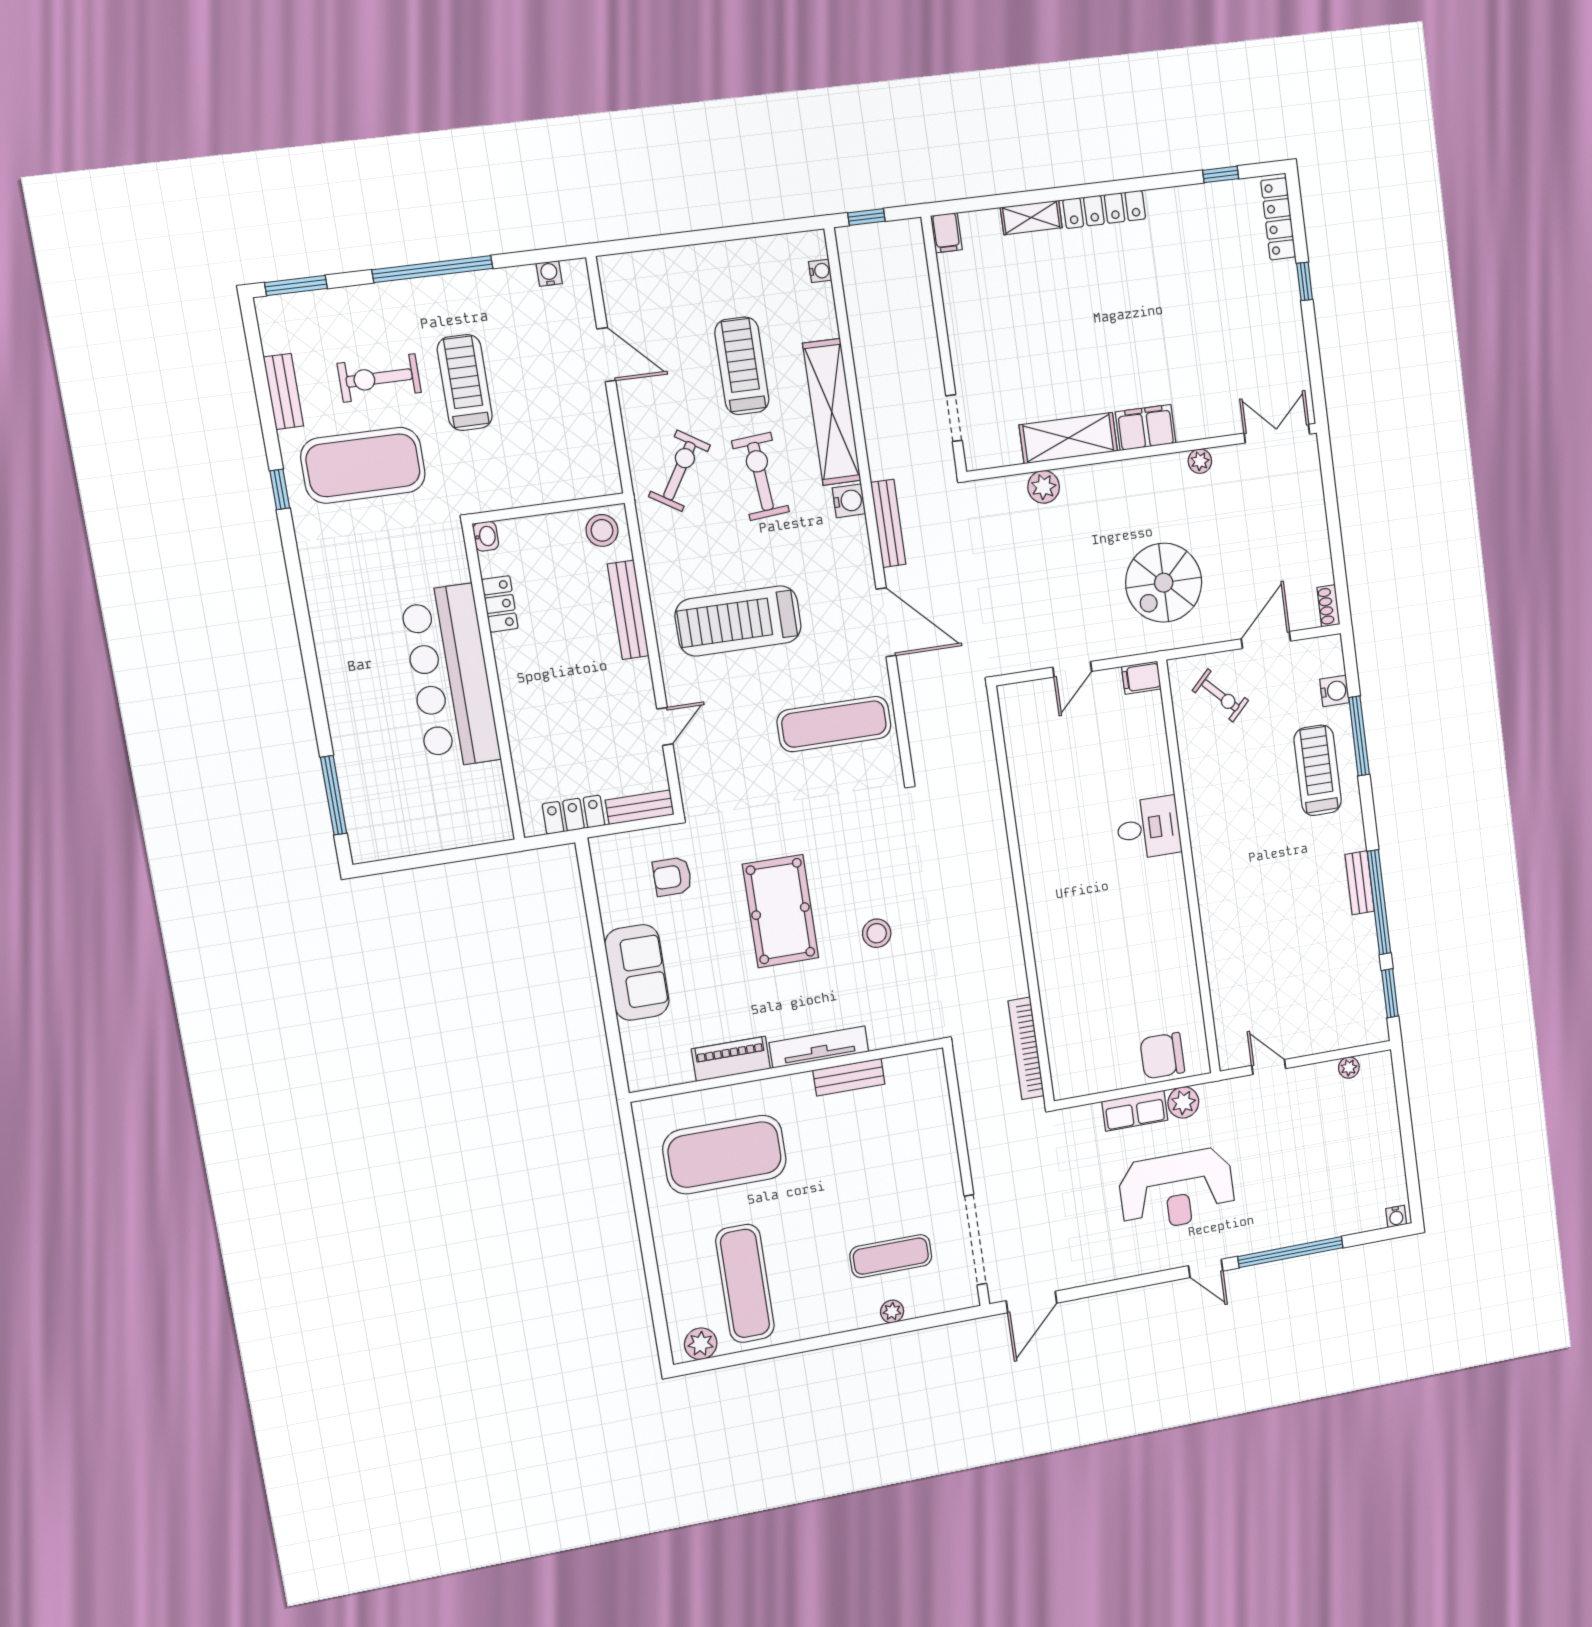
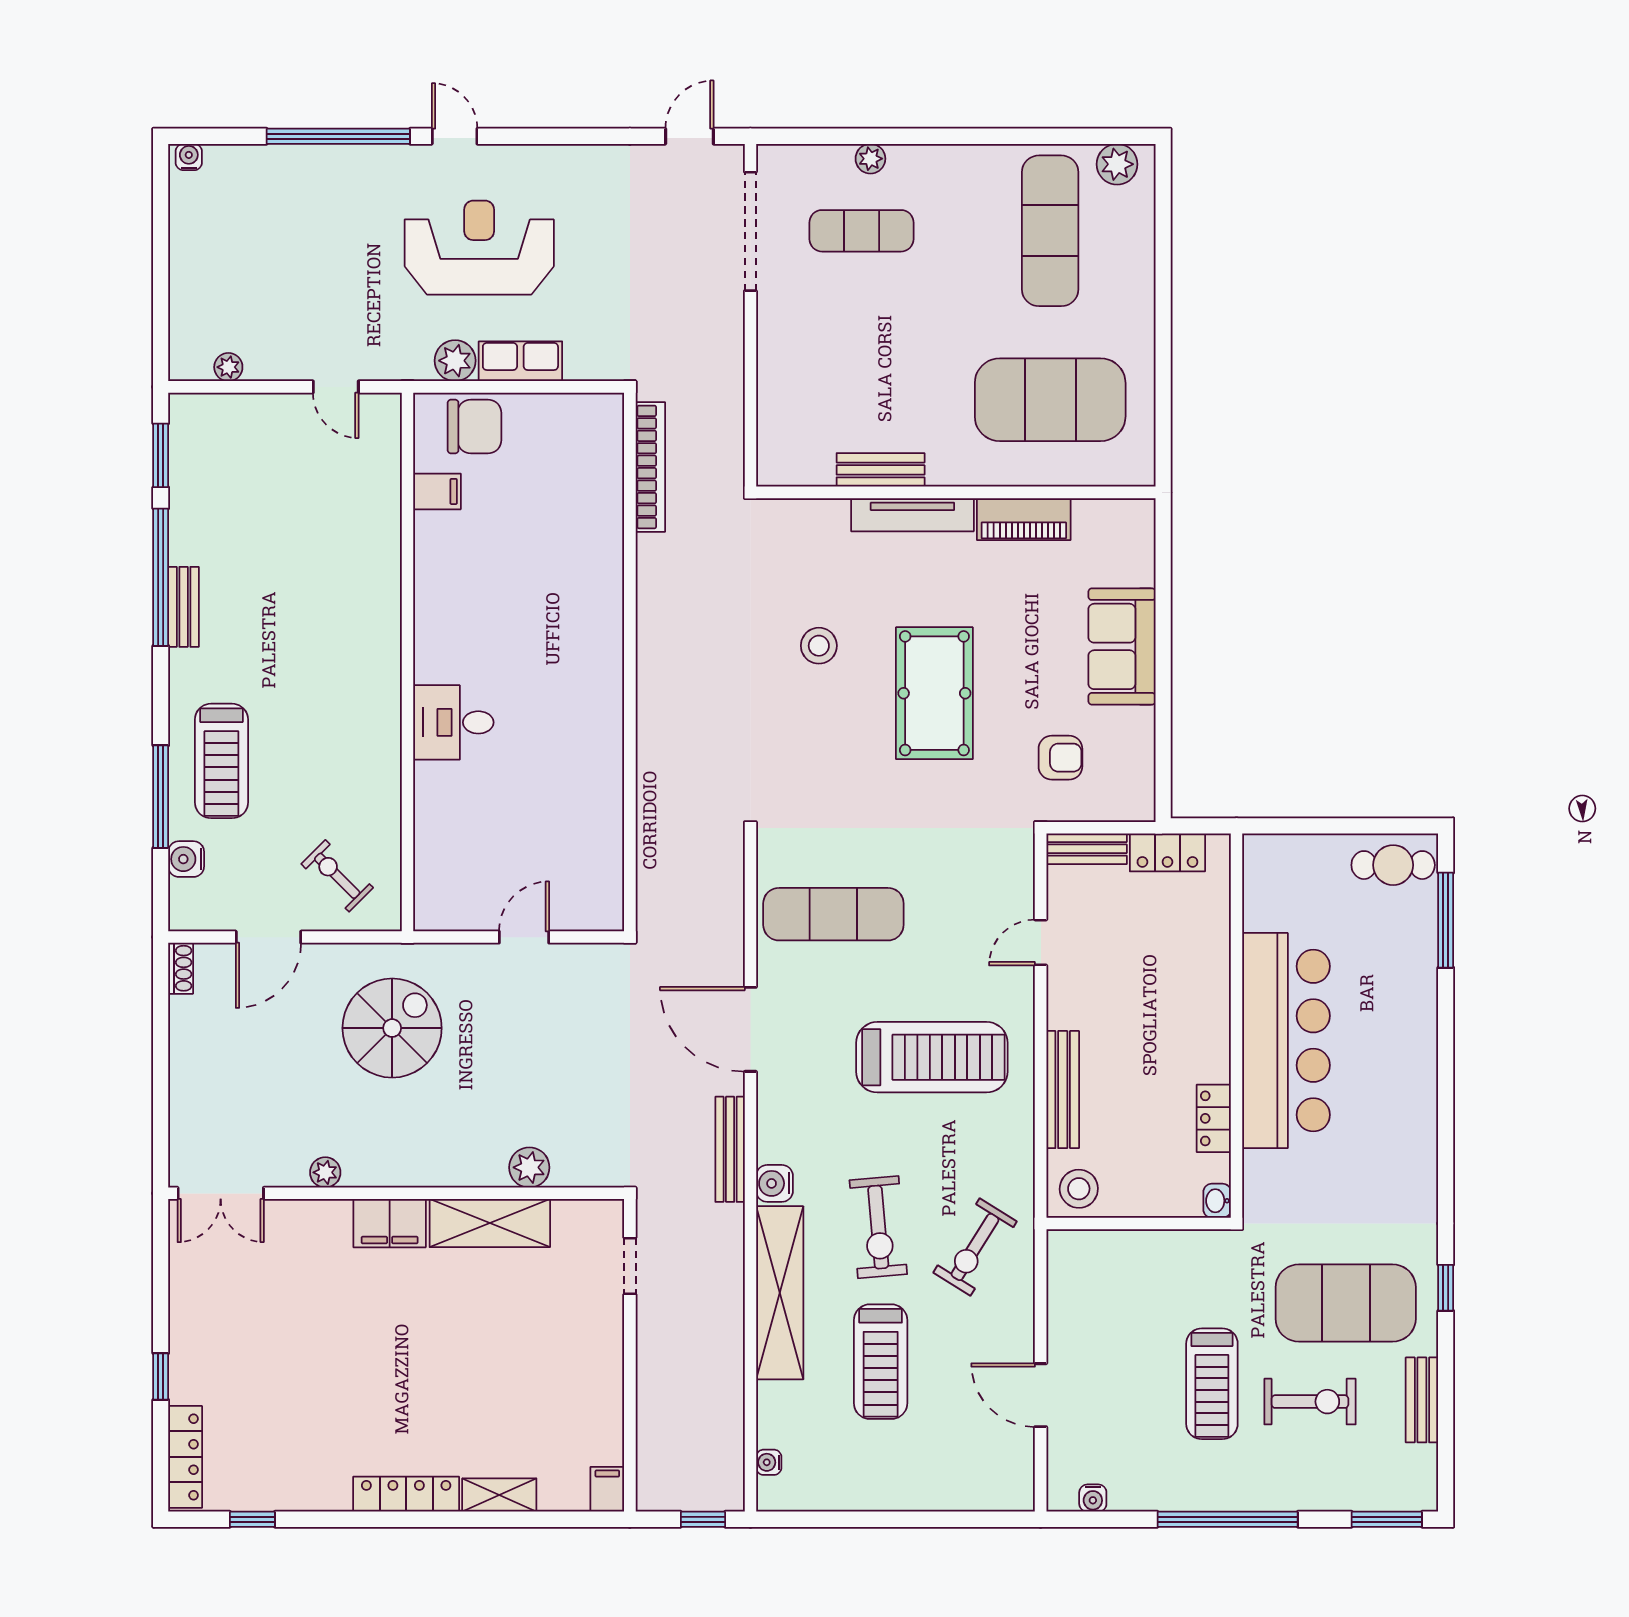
filing cabinet: (1141, 678) -> (437, 491), moved
cafe table: (386, 833) -> (1393, 865), added
door: (1032, 1302) -> (689, 136), width x0.73

